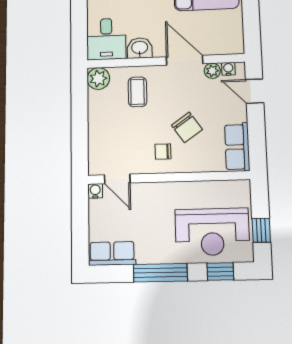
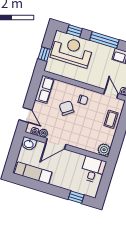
washbasin: (140, 48) -> (29, 144), moved
door: (185, 60) -> (56, 144), hinge flipped
coffee table: (137, 92) -> (111, 119), moved
window: (261, 230) -> (44, 54), moved

